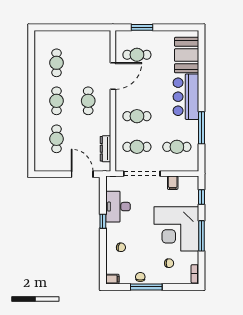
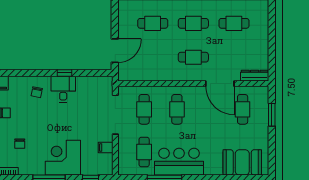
bar counter: (186, 97) -> (179, 162), moved
dresser: (105, 149) -> (255, 76), moved
desk: (118, 207) -> (63, 89), moved, width x0.73
corner desk: (176, 229) -> (63, 158), width x0.74, depth x0.74

